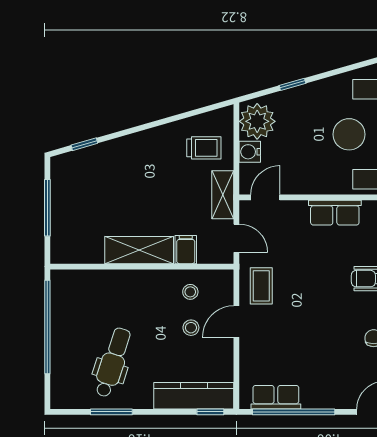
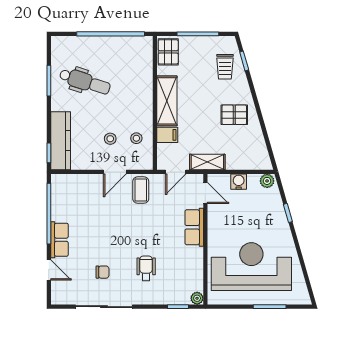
plant: (257, 121) -> (267, 181), width x0.53, depth x0.53
trolley: (204, 148) -> (225, 67), moved
pallet: (158, 158) -> (234, 115), added
row of seats: (335, 213) -> (194, 227), moved
pallet: (72, 248) -> (168, 52), added
coffee table: (261, 286) -> (141, 190), turned 90
door: (236, 321) -> (115, 172), swing flipped
row of seats: (276, 397) -> (59, 240), moved

